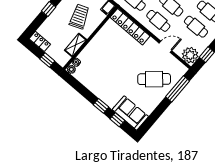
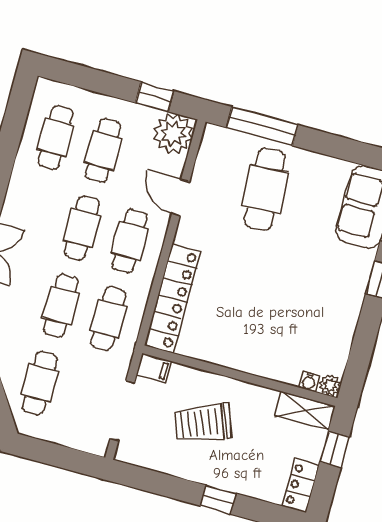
shelving: (76, 45) -> (305, 411), moved
cafe table: (154, 79) -> (265, 189), turned 37

